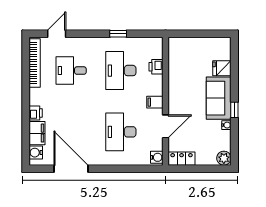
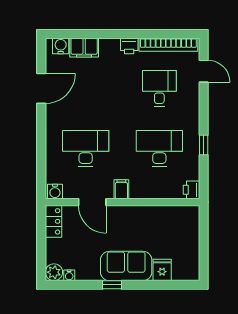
printer: (156, 67) -> (191, 190), moved, turned -90
printer: (36, 113) -> (129, 46), moved
water cooler: (226, 125) -> (69, 275), moved
door: (71, 169) -> (41, 88), width x0.73

